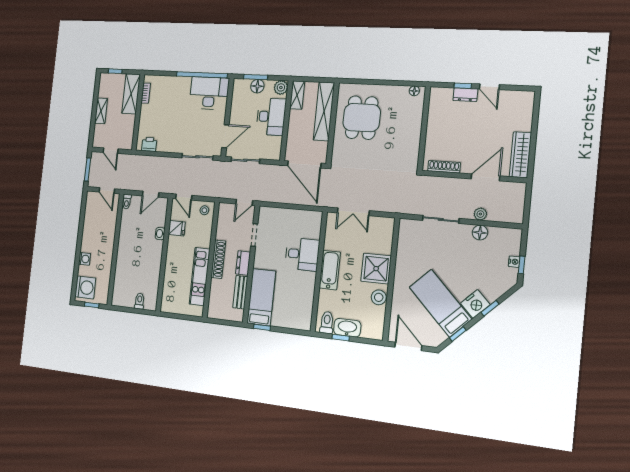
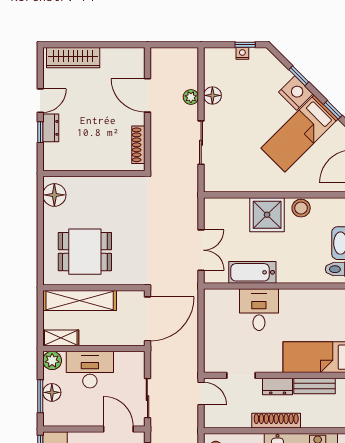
floor lamp: (414, 91) -> (54, 195), width x1.89, depth x1.89
wardrobe: (520, 155) -> (73, 58), moved
bathtub: (330, 270) -> (252, 272), moved

